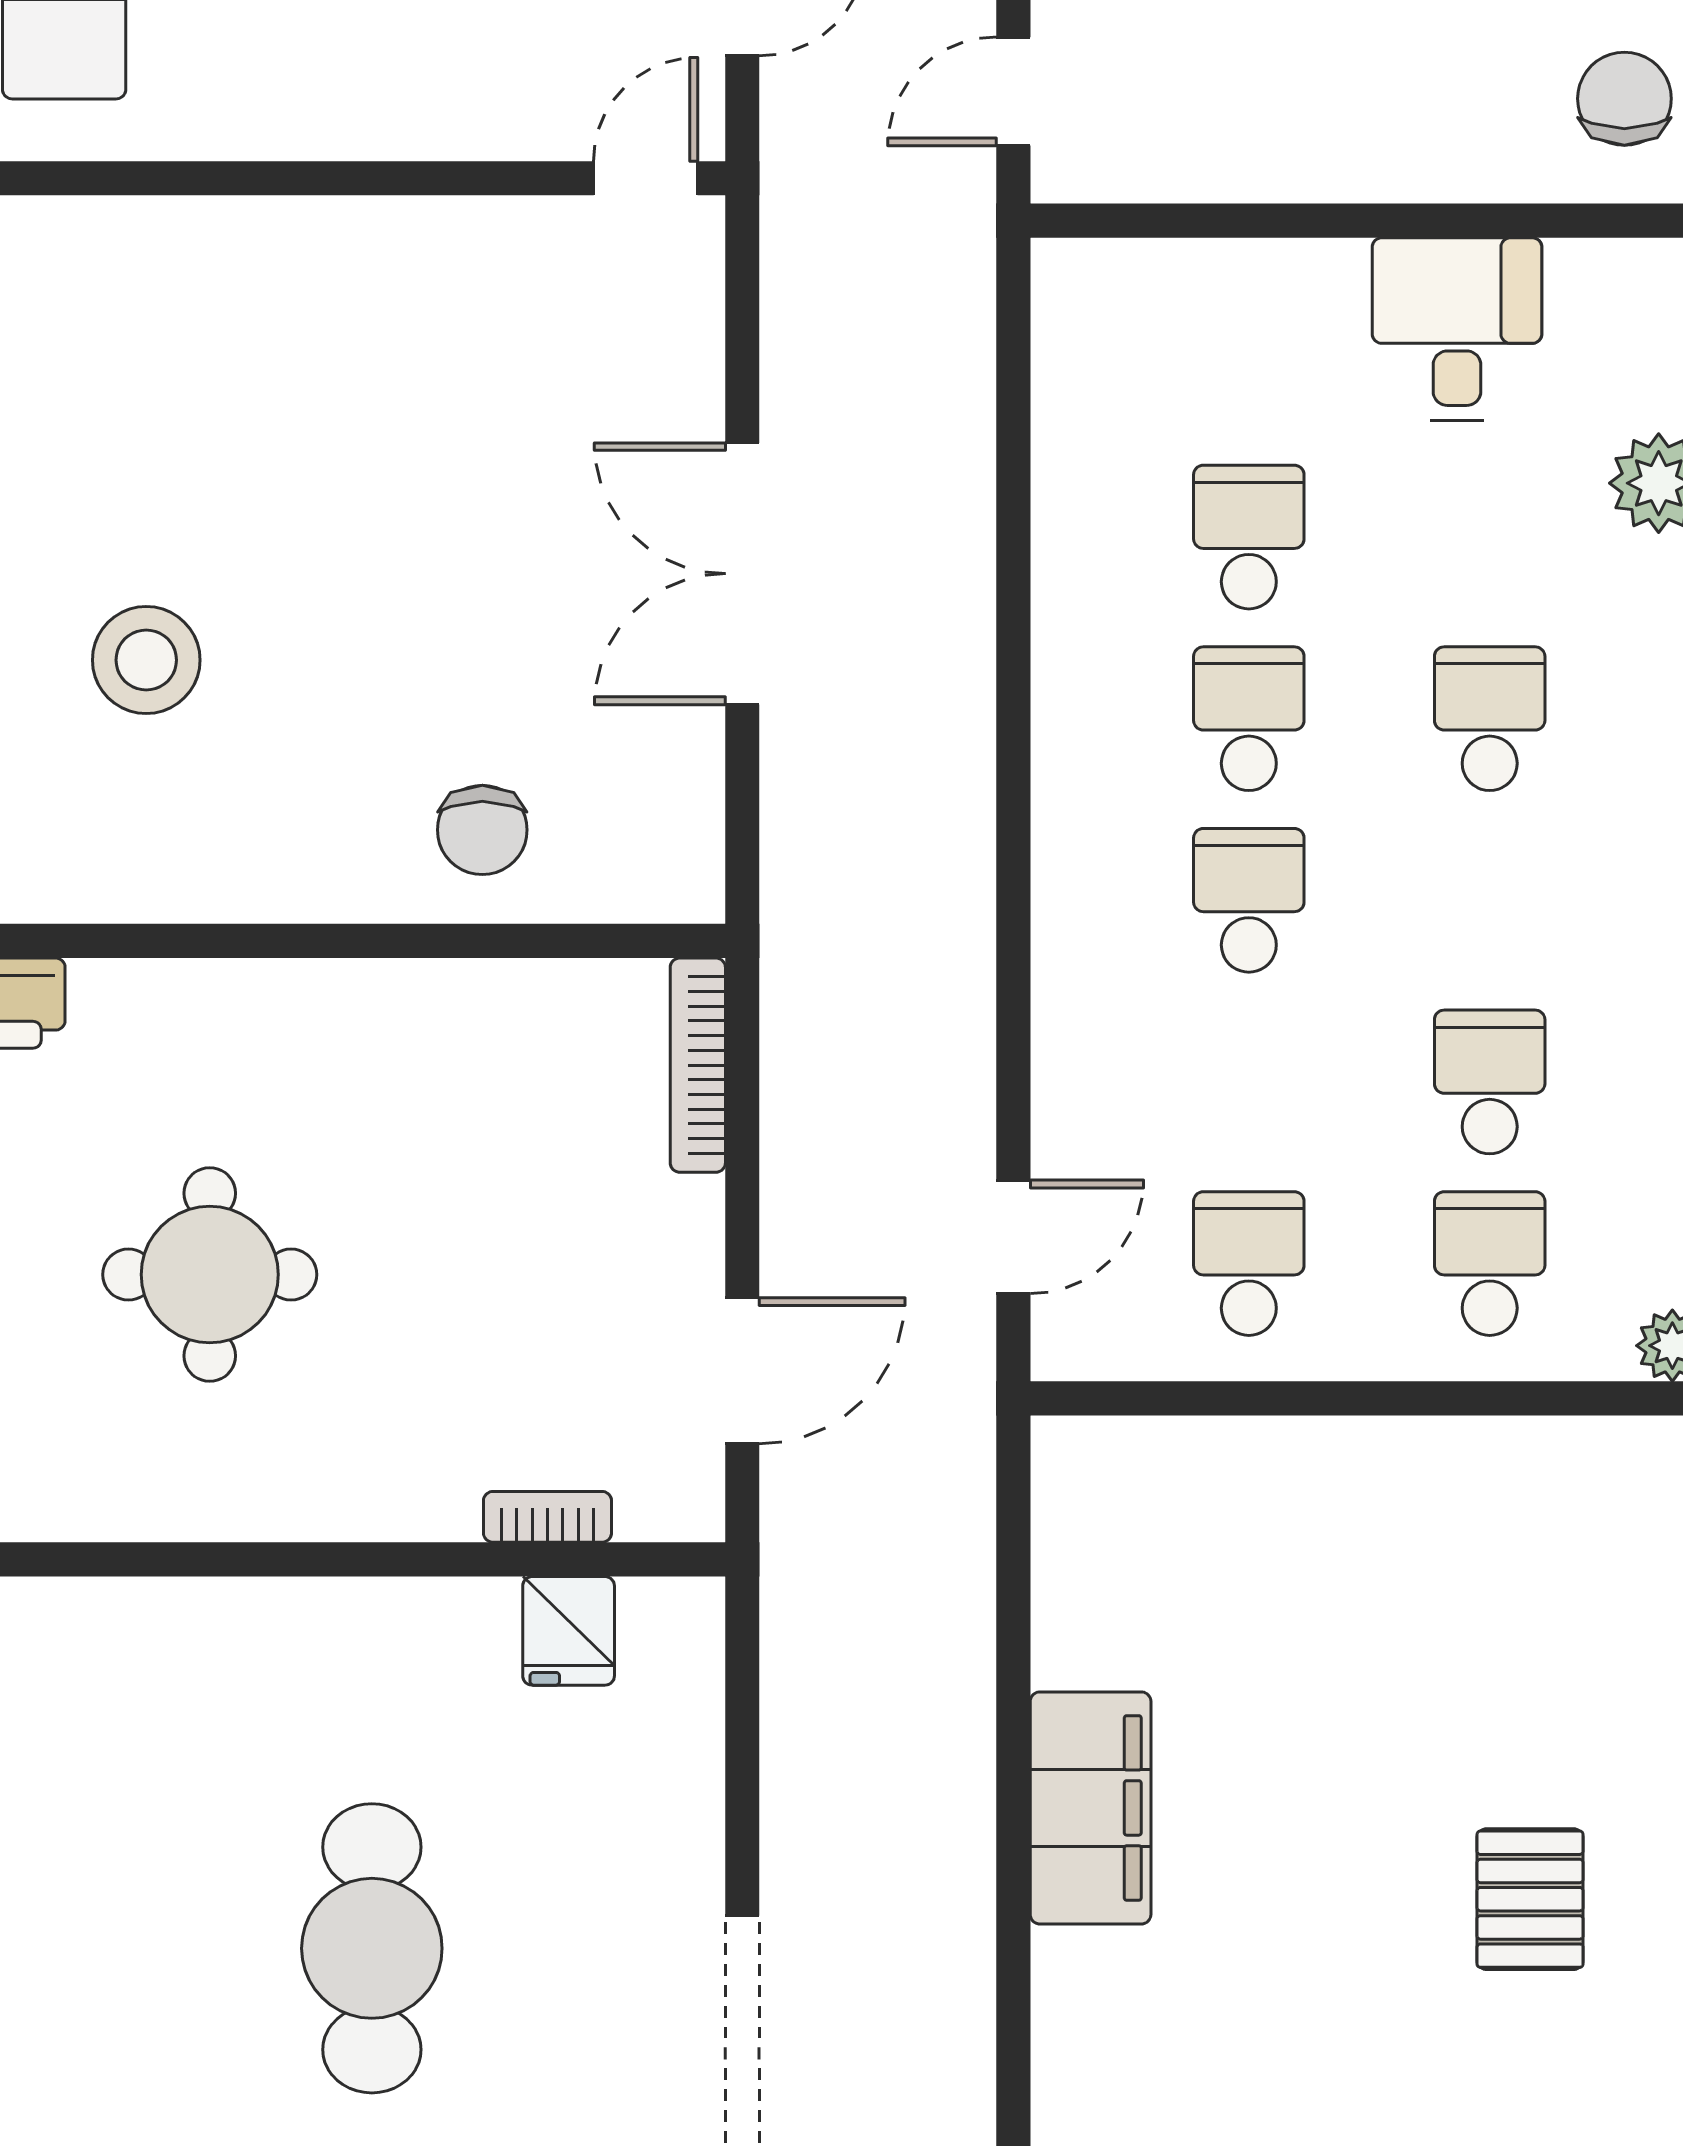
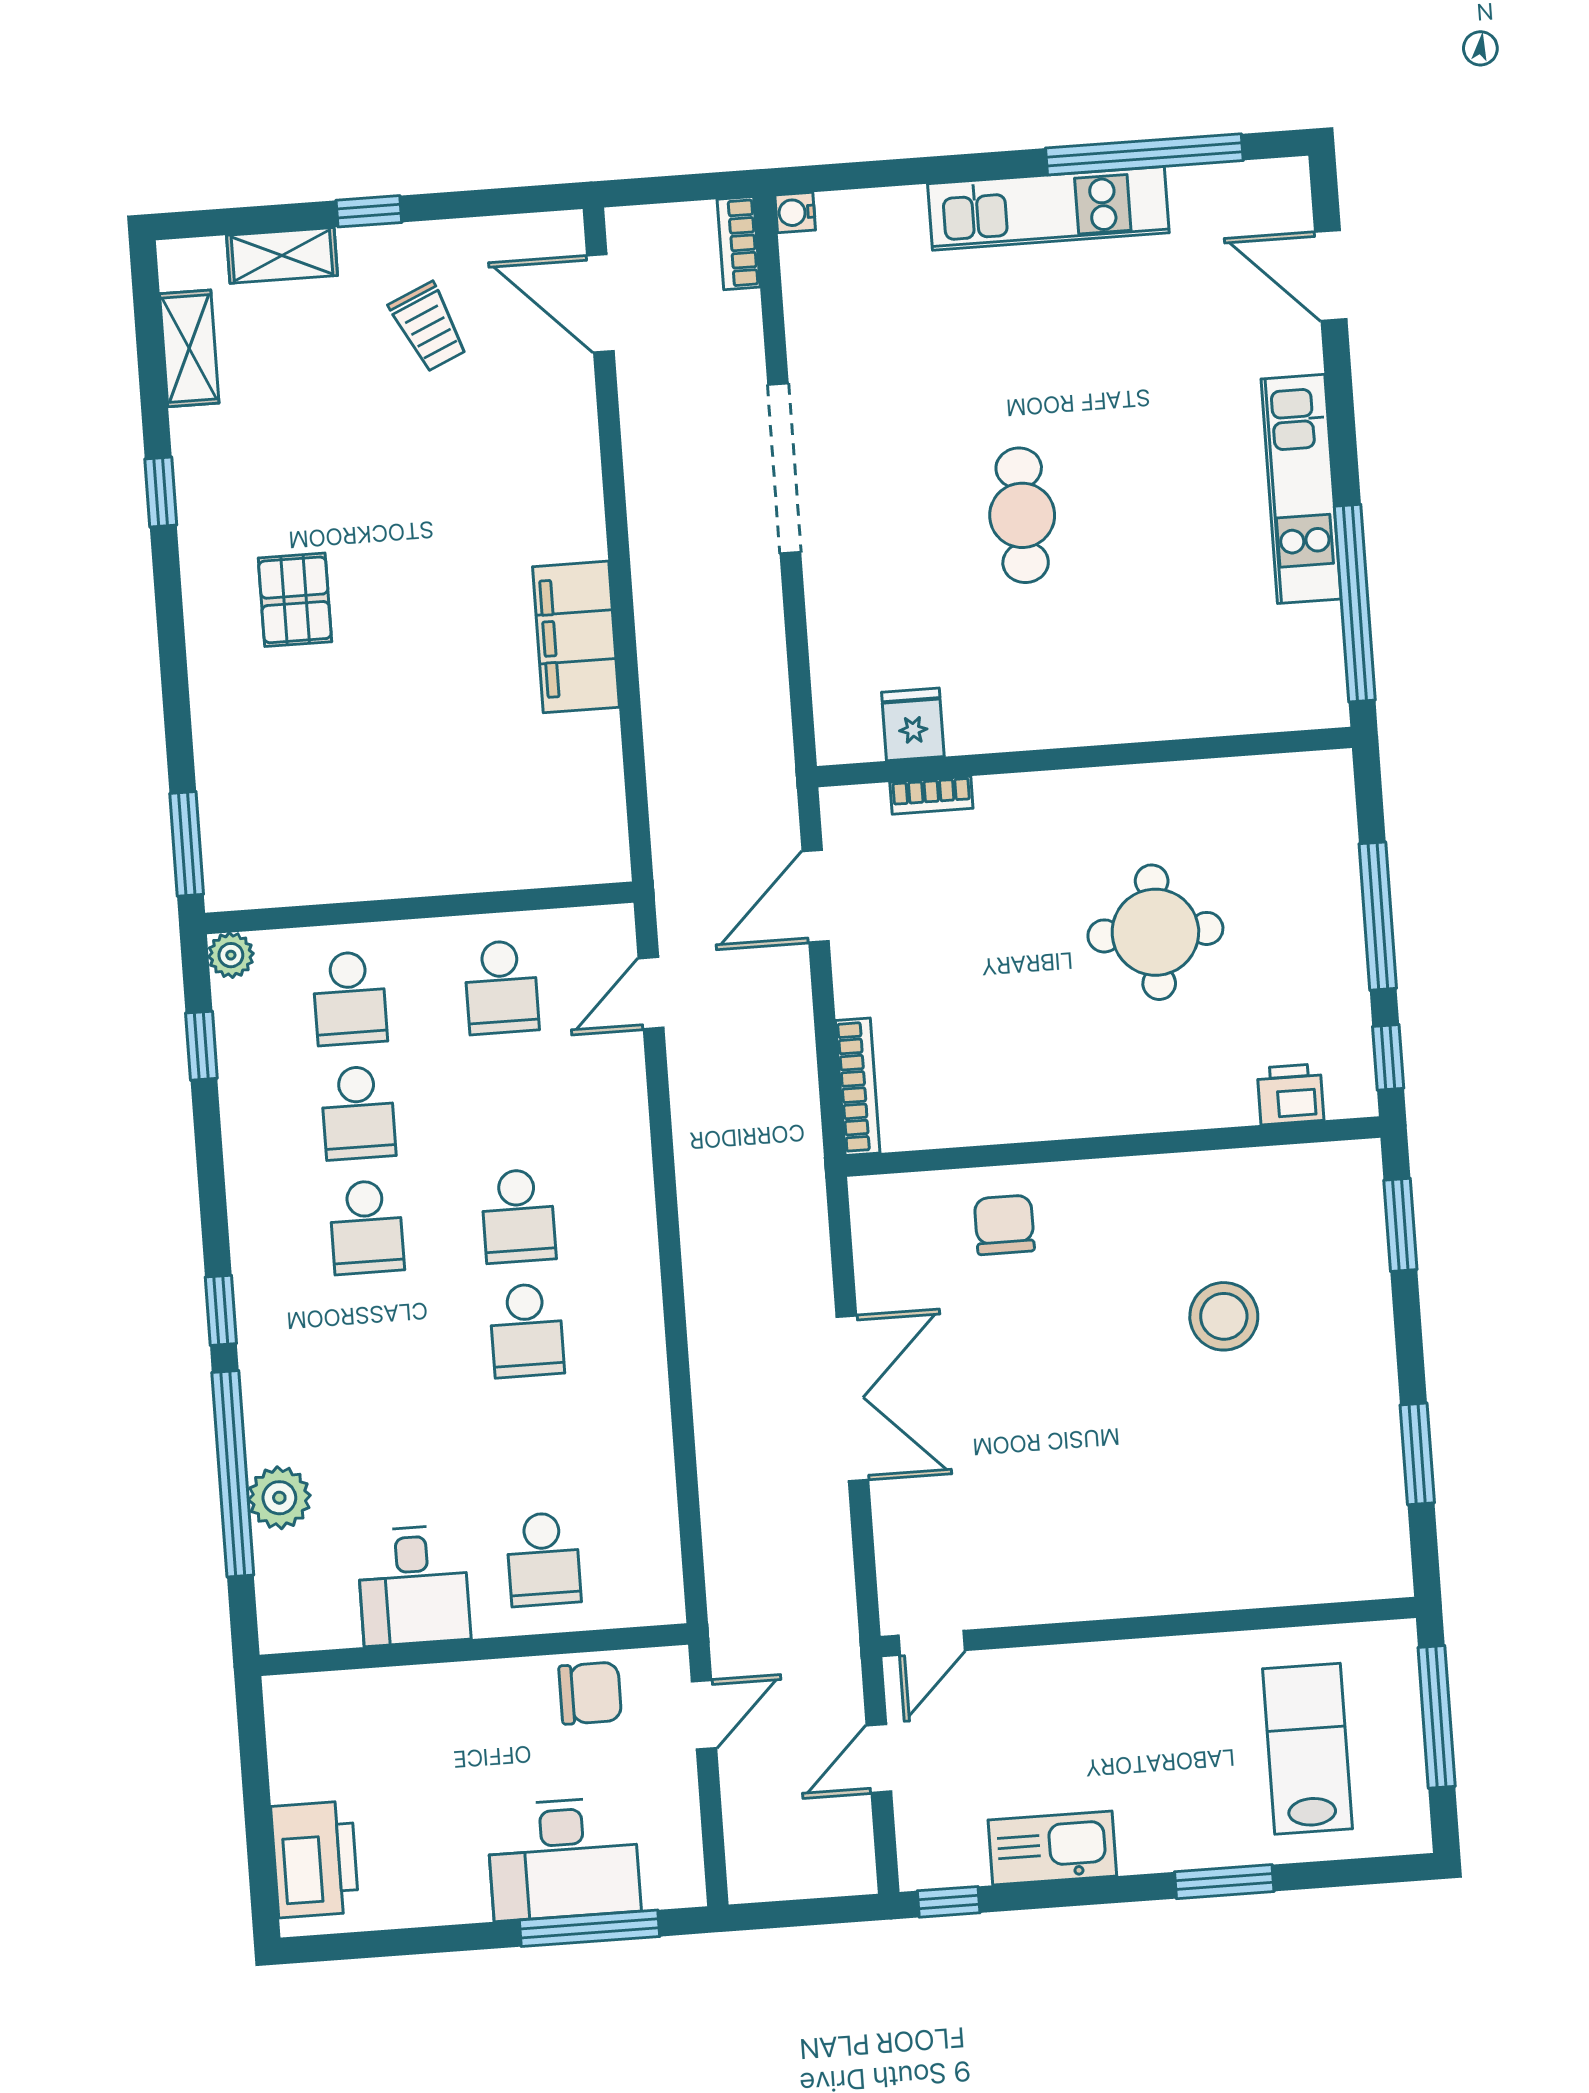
chair: (1624, 99) -> (590, 1693), moved, turned -90
school desk: (1249, 537) -> (543, 1559), moved
school desk: (1490, 719) -> (367, 1227), moved
cafe table: (372, 1948) -> (1022, 515), width x0.73, depth x0.74

